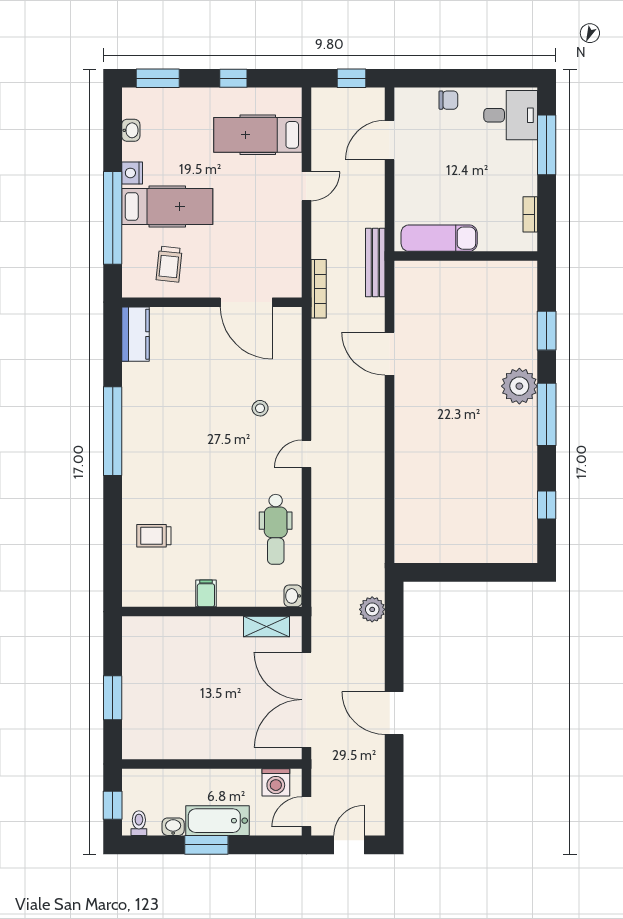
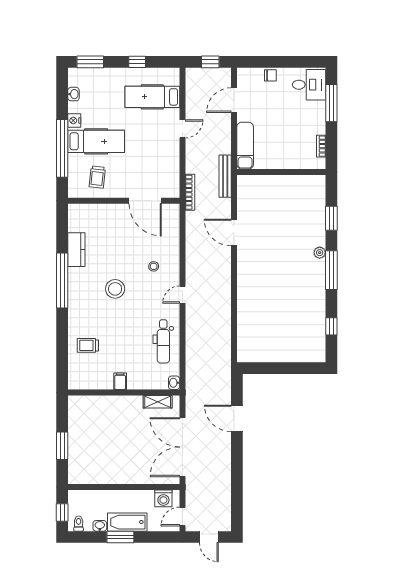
exam couch: (439, 238) -> (245, 146), moved, turned 90
kitchen counter: (135, 334) -> (76, 250), moved
plant: (519, 386) -> (320, 253), width x0.53, depth x0.53
stool: (198, 445) -> (115, 289), added
plant: (372, 609) -> (223, 391), removed
door: (394, 713) -> (237, 418), moved
door: (349, 845) -> (209, 537), swing flipped

